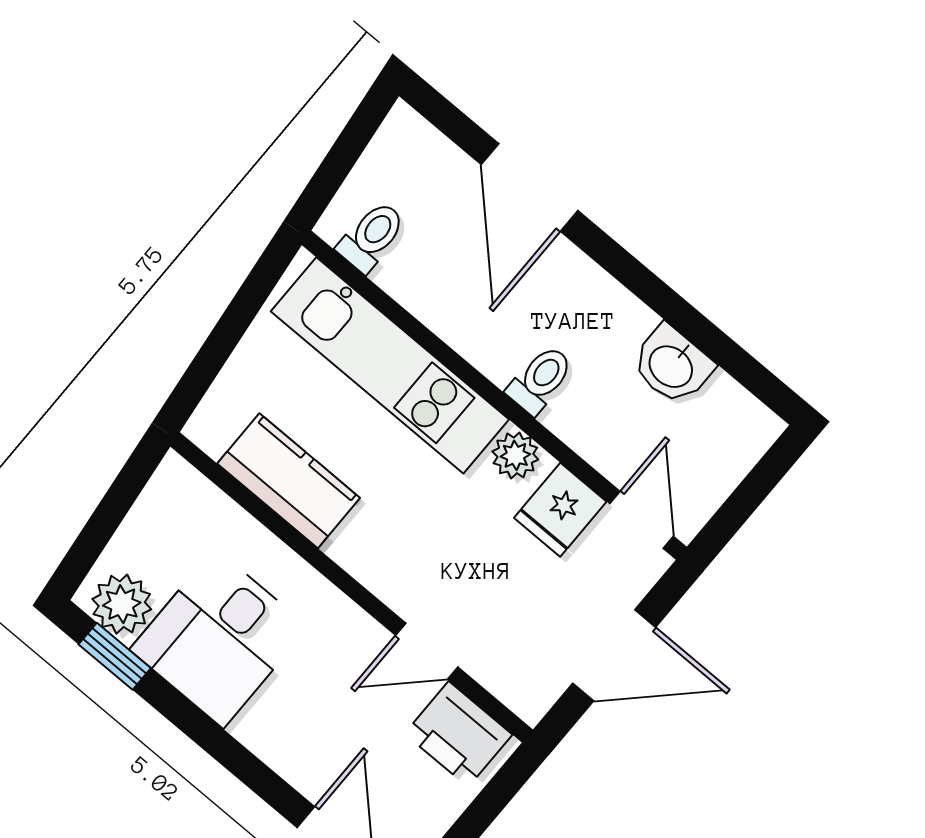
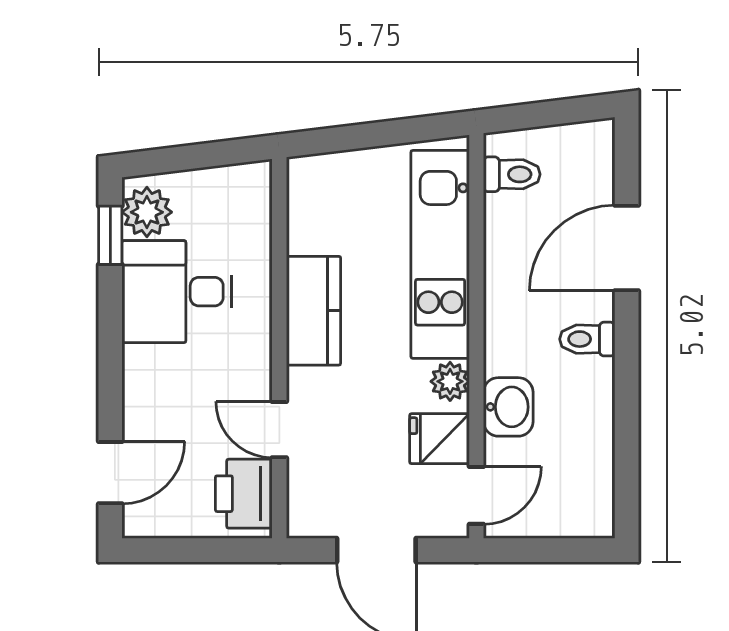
washbasin: (672, 365) -> (508, 407), moved, turned 180
toilet: (540, 380) -> (587, 339), moved, turned 180
kitchen counter: (289, 481) -> (313, 311), moved

